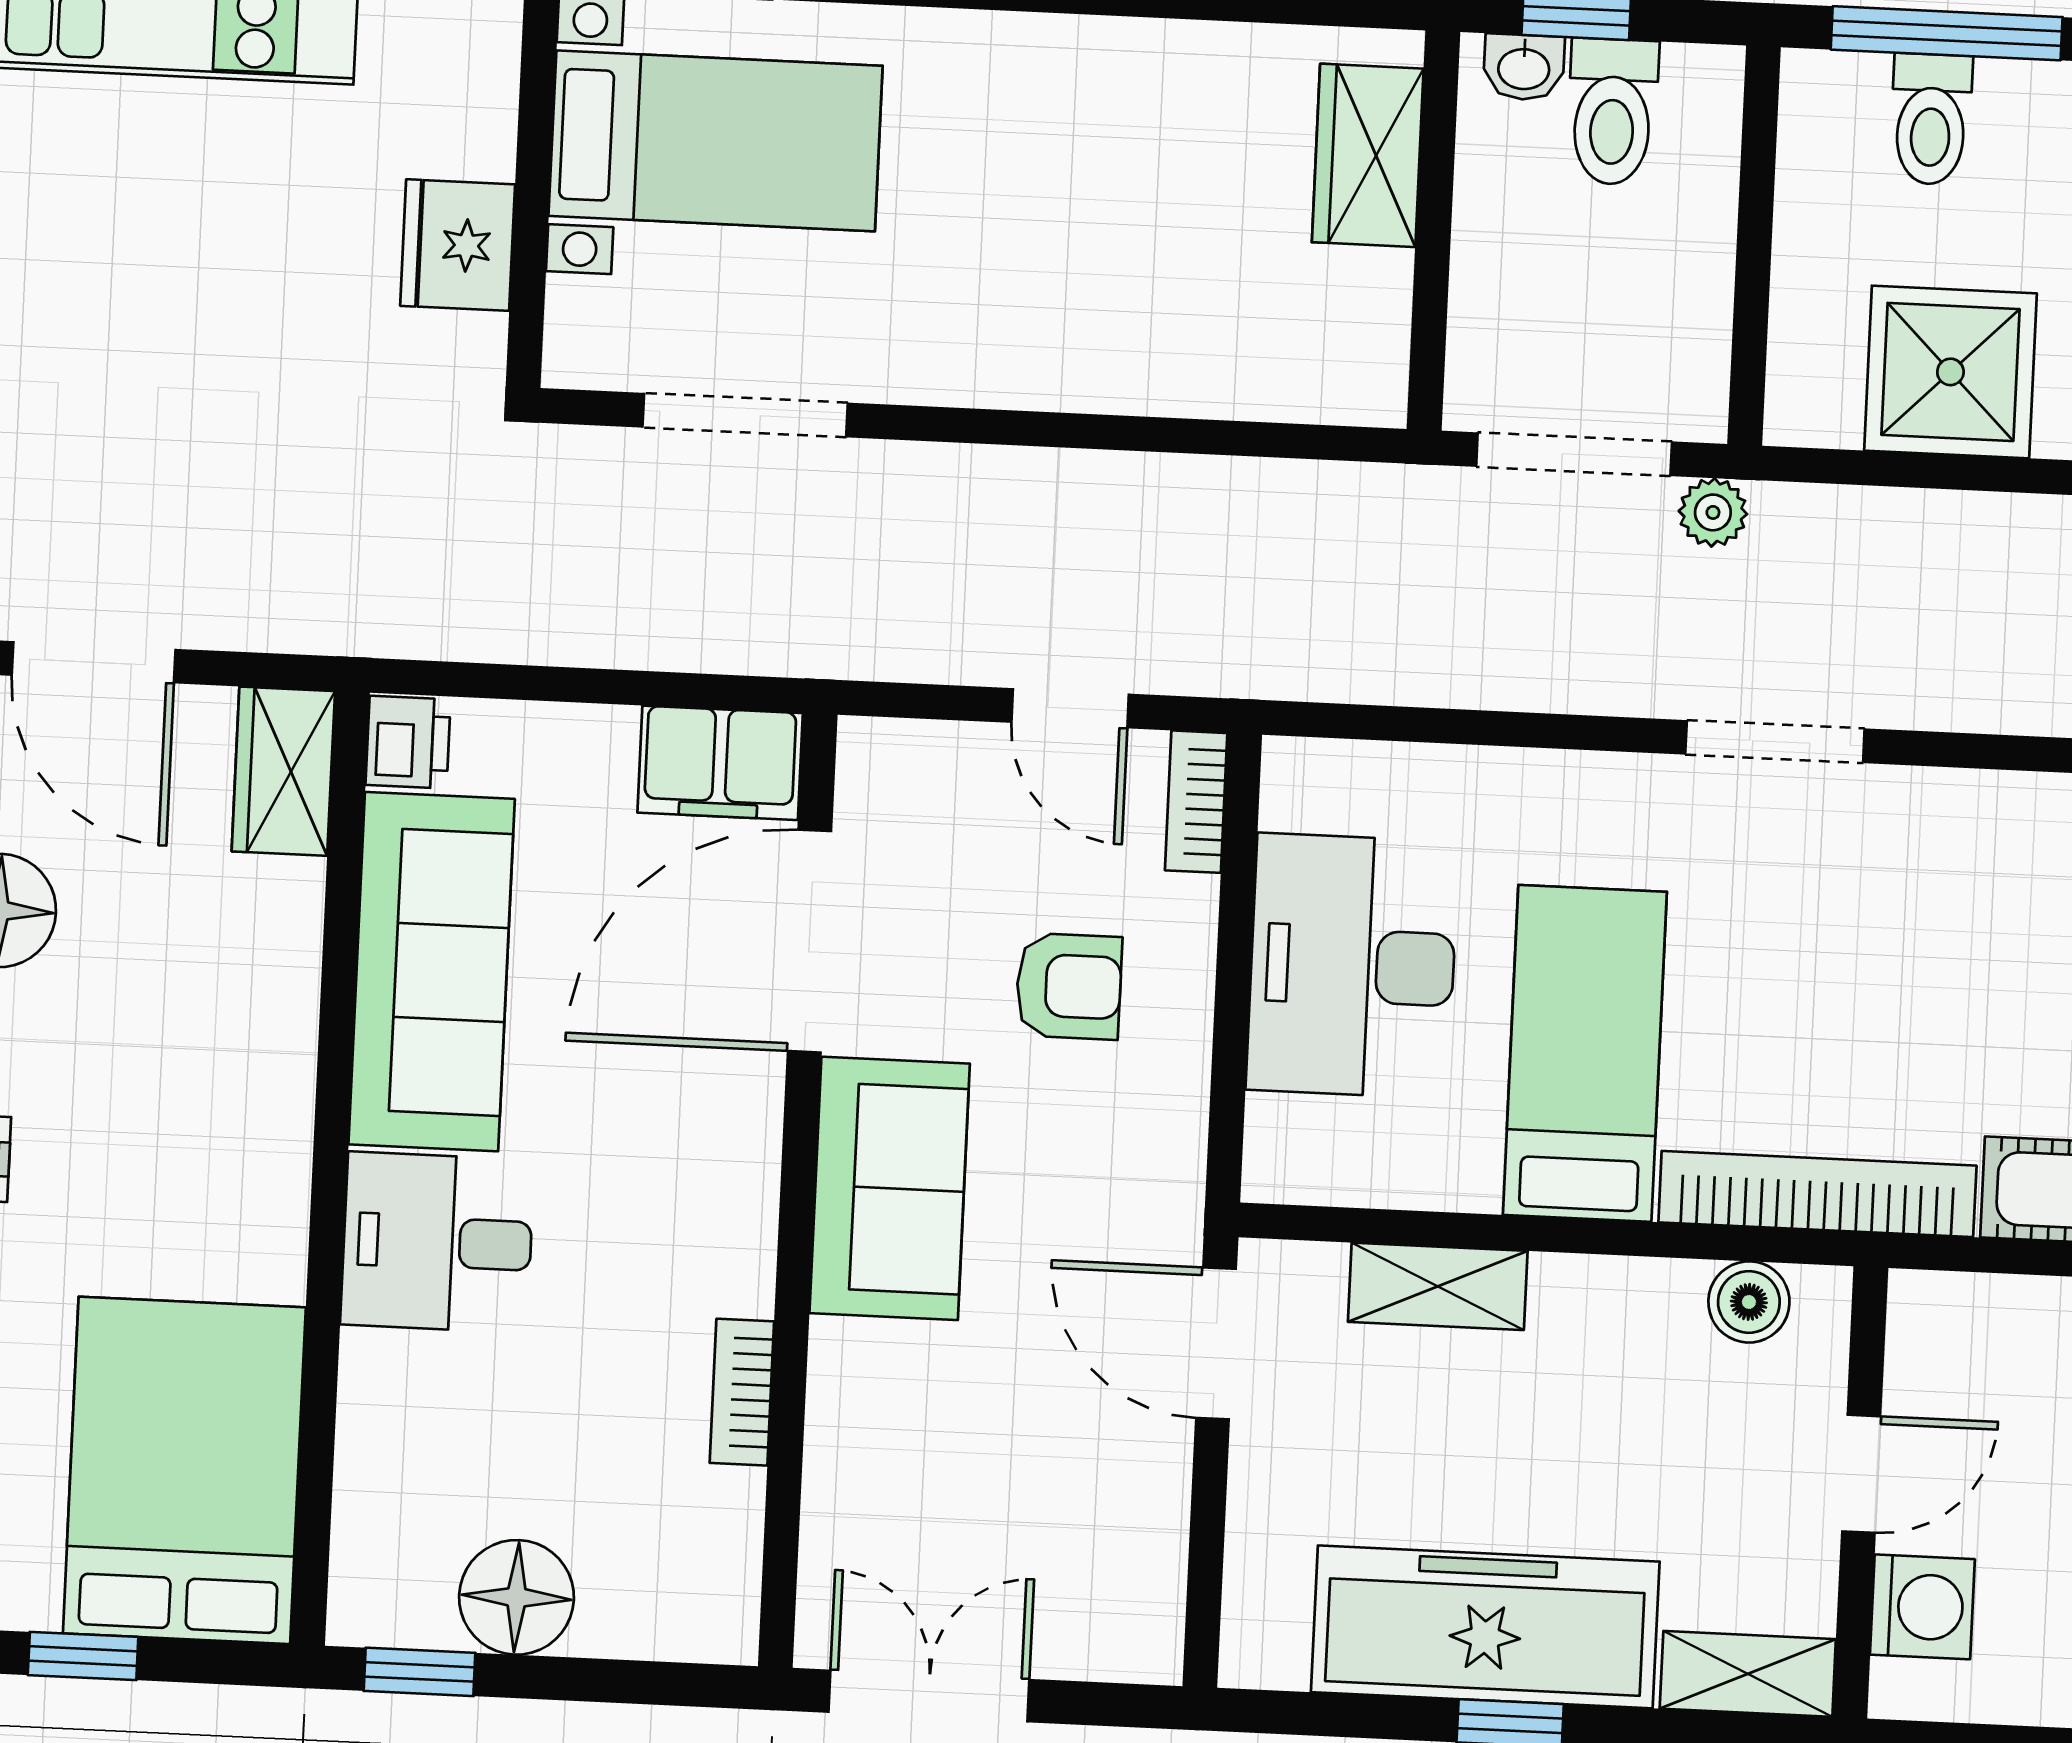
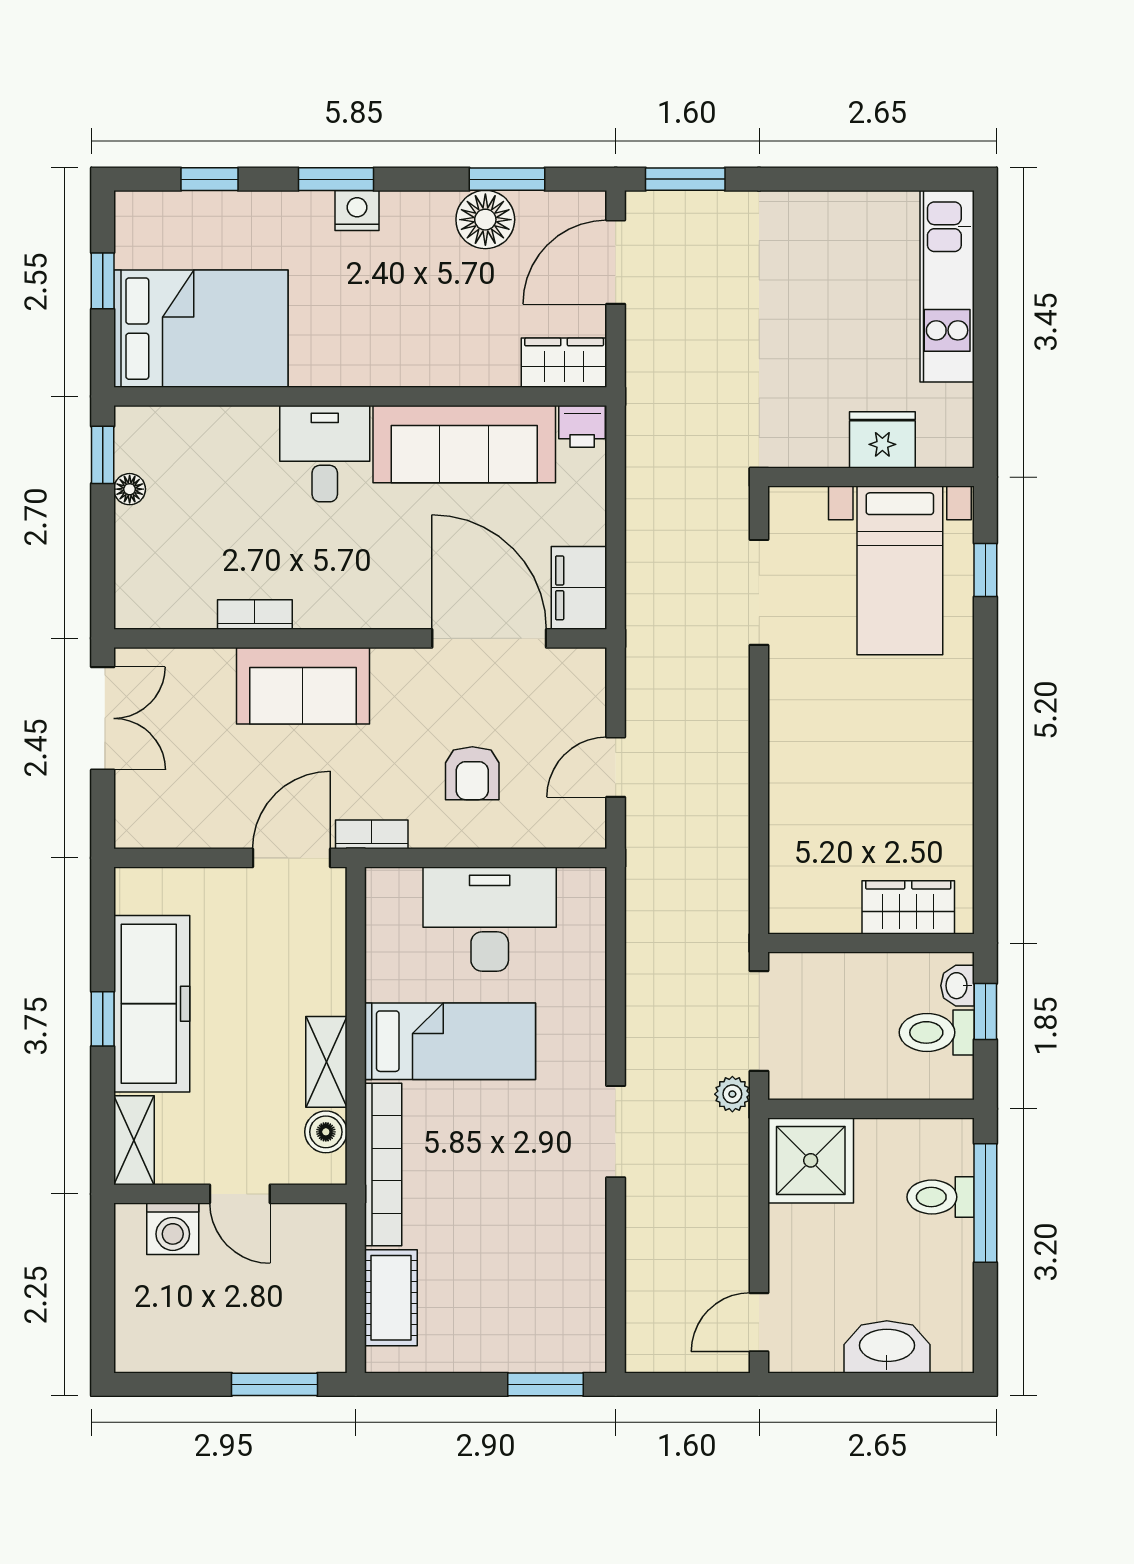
fridge: (458, 245) -> (882, 440), moved
shower: (1950, 372) -> (811, 1160), moved
bookcase: (1196, 802) -> (372, 834), moved
sofa: (890, 1188) -> (303, 686), moved
shelving: (1438, 1286) -> (326, 1062), moved
floor lamp: (517, 1597) -> (130, 489), width x0.53, depth x0.53

